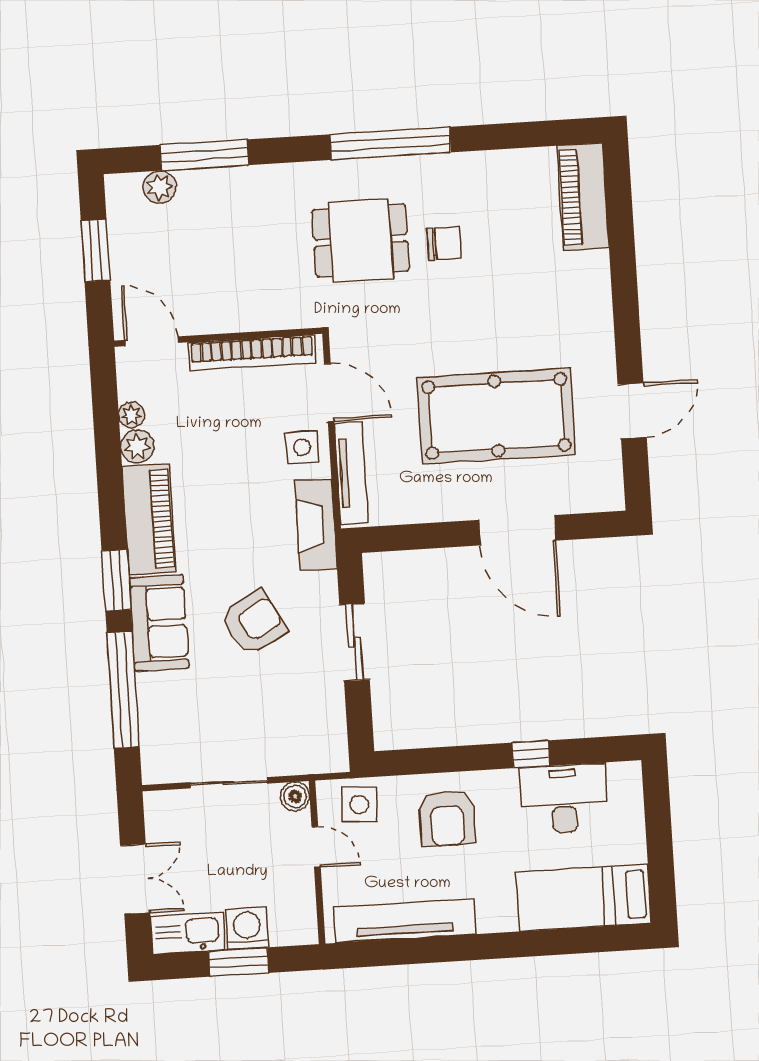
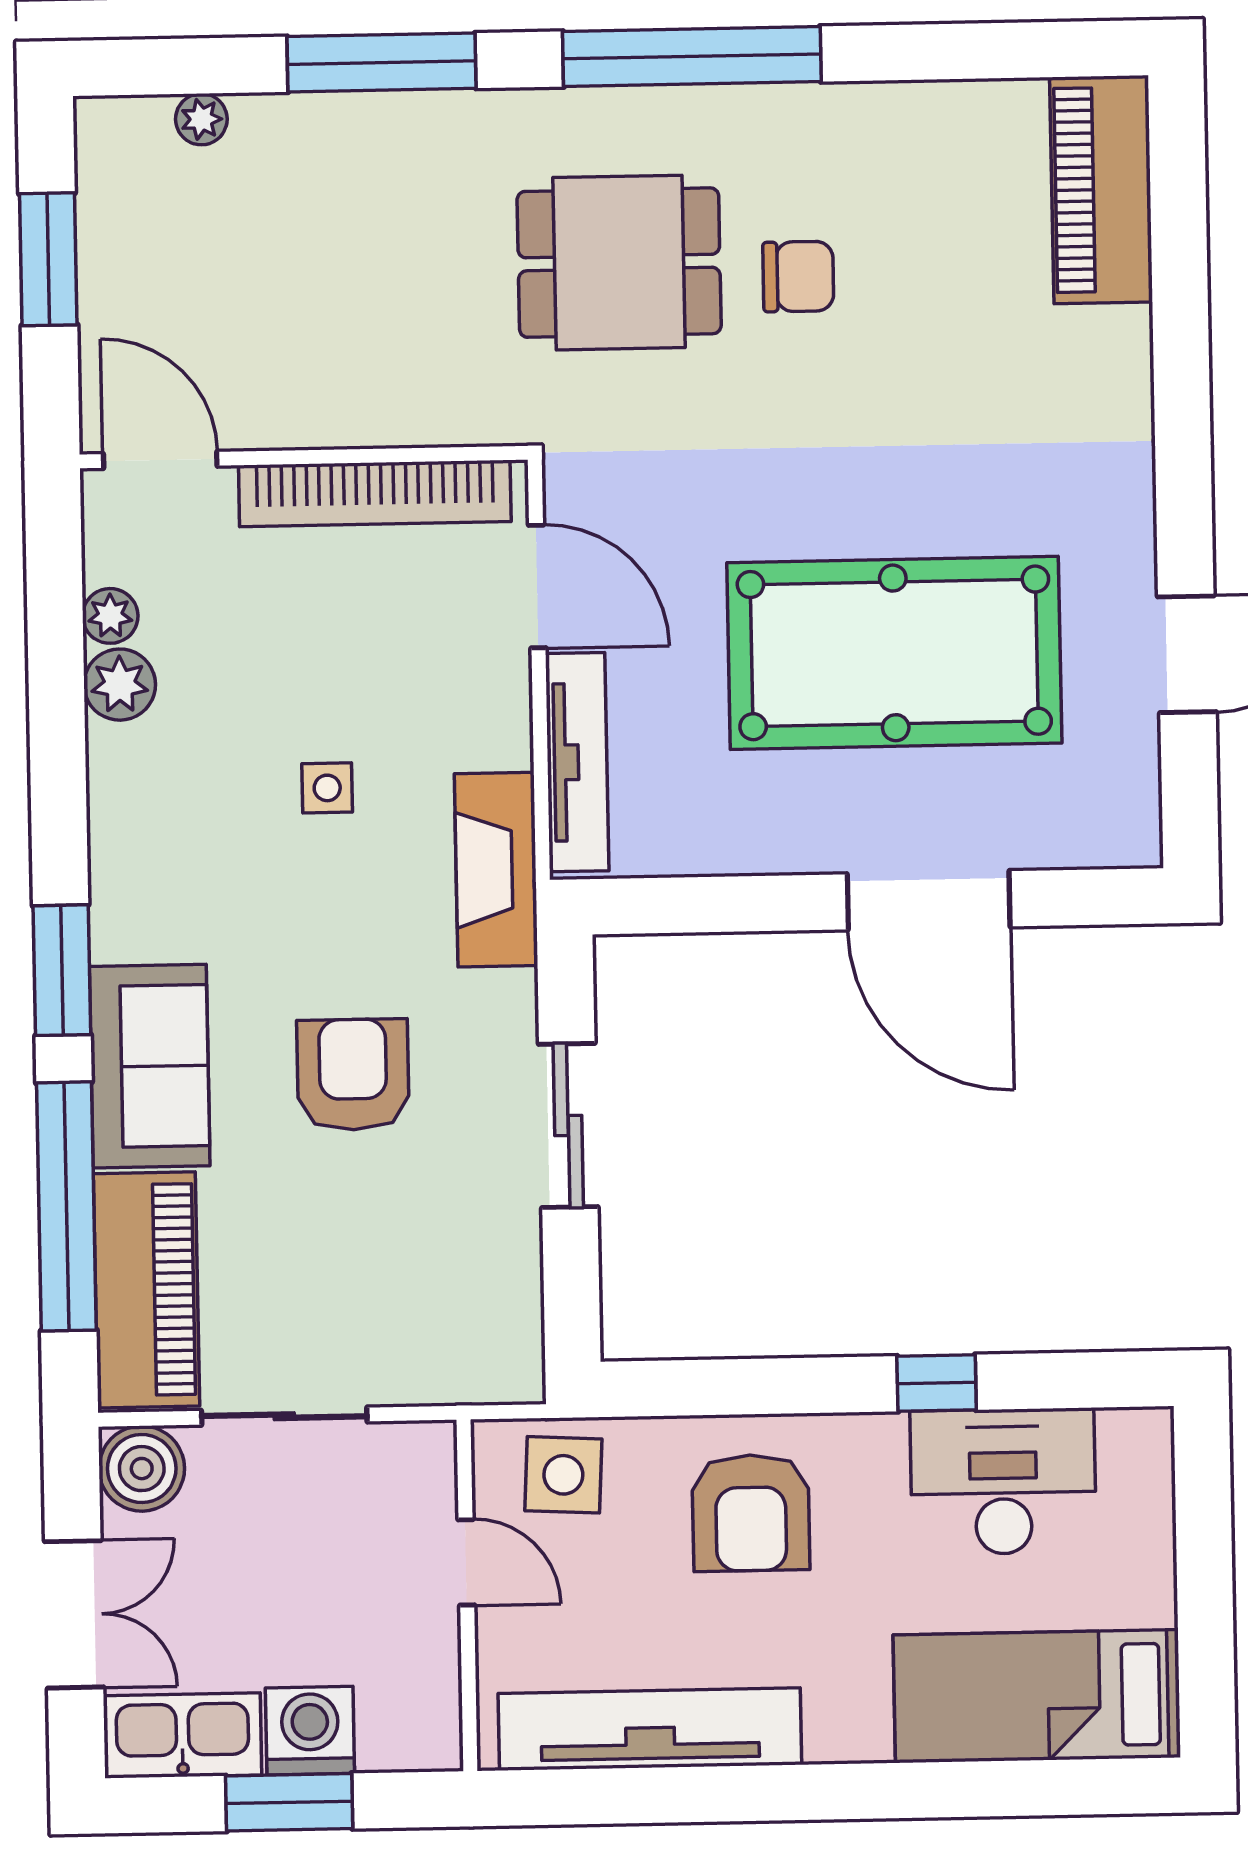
window: (204, 155) -> (382, 62), moved
plant: (160, 187) -> (201, 119), width x0.73, depth x0.73
side table: (302, 447) -> (327, 788), moved, width x0.73, depth x0.73
piano: (149, 520) -> (147, 1290), moved
armchair: (254, 623) -> (353, 1075), turned -61
boiler: (295, 796) -> (142, 1469), moved, width x1.36, depth x1.36

